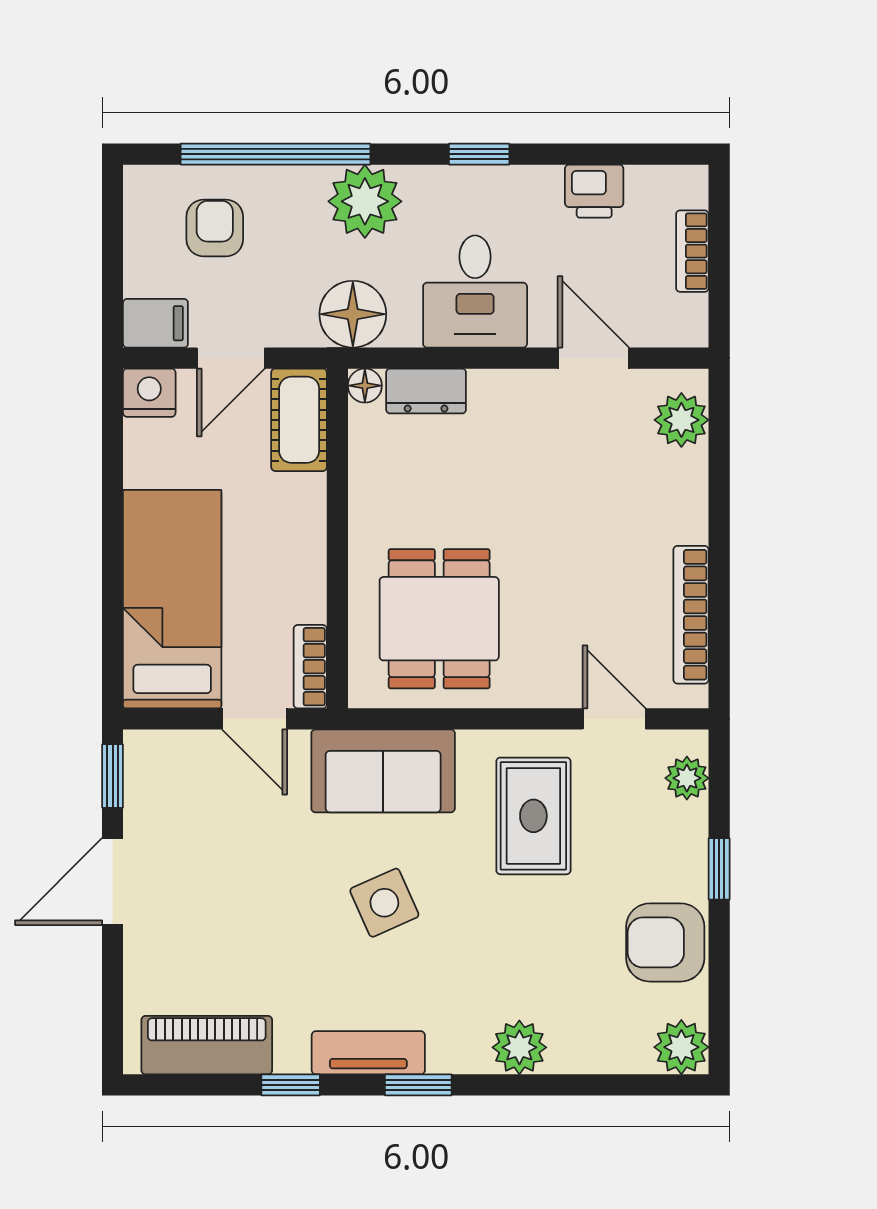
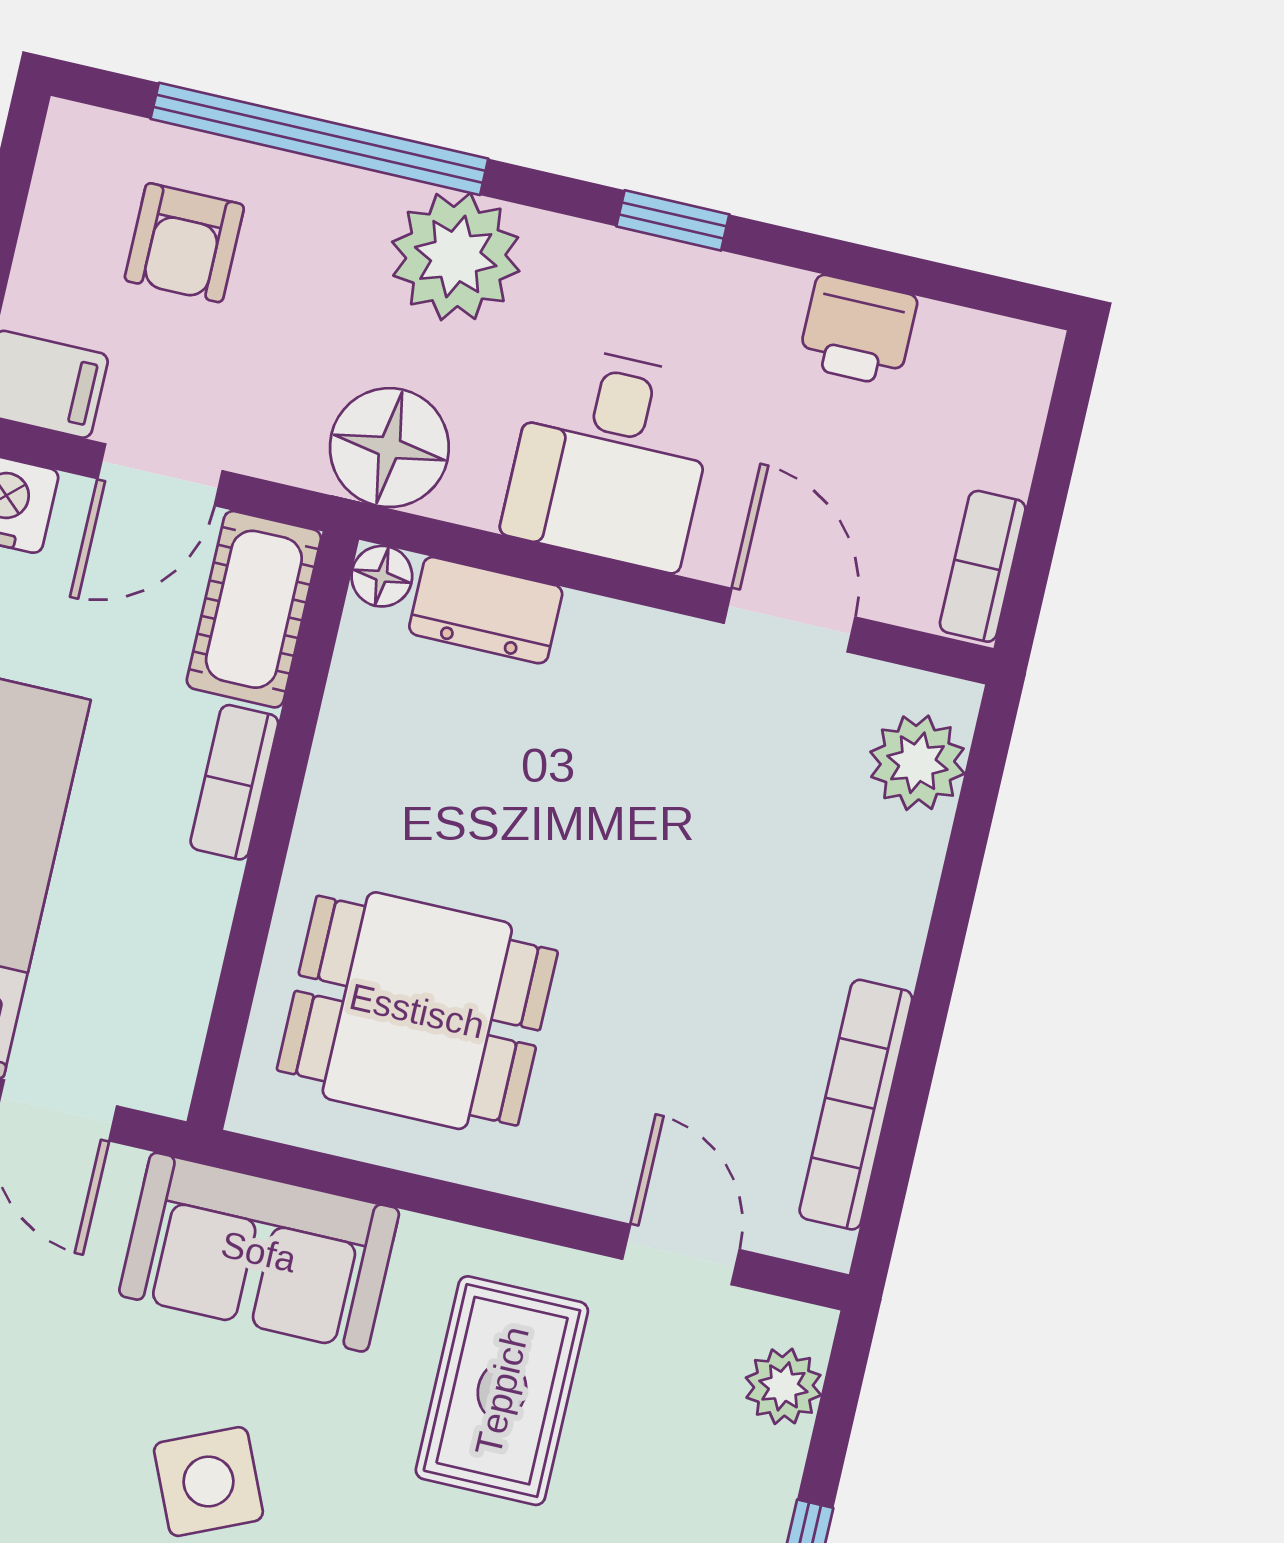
armchair: (215, 228) -> (184, 243), turned 180
bookcase: (692, 251) -> (983, 566), moved
dining table: (439, 619) -> (417, 1011), turned 90
bookcase: (310, 667) -> (234, 782), moved

